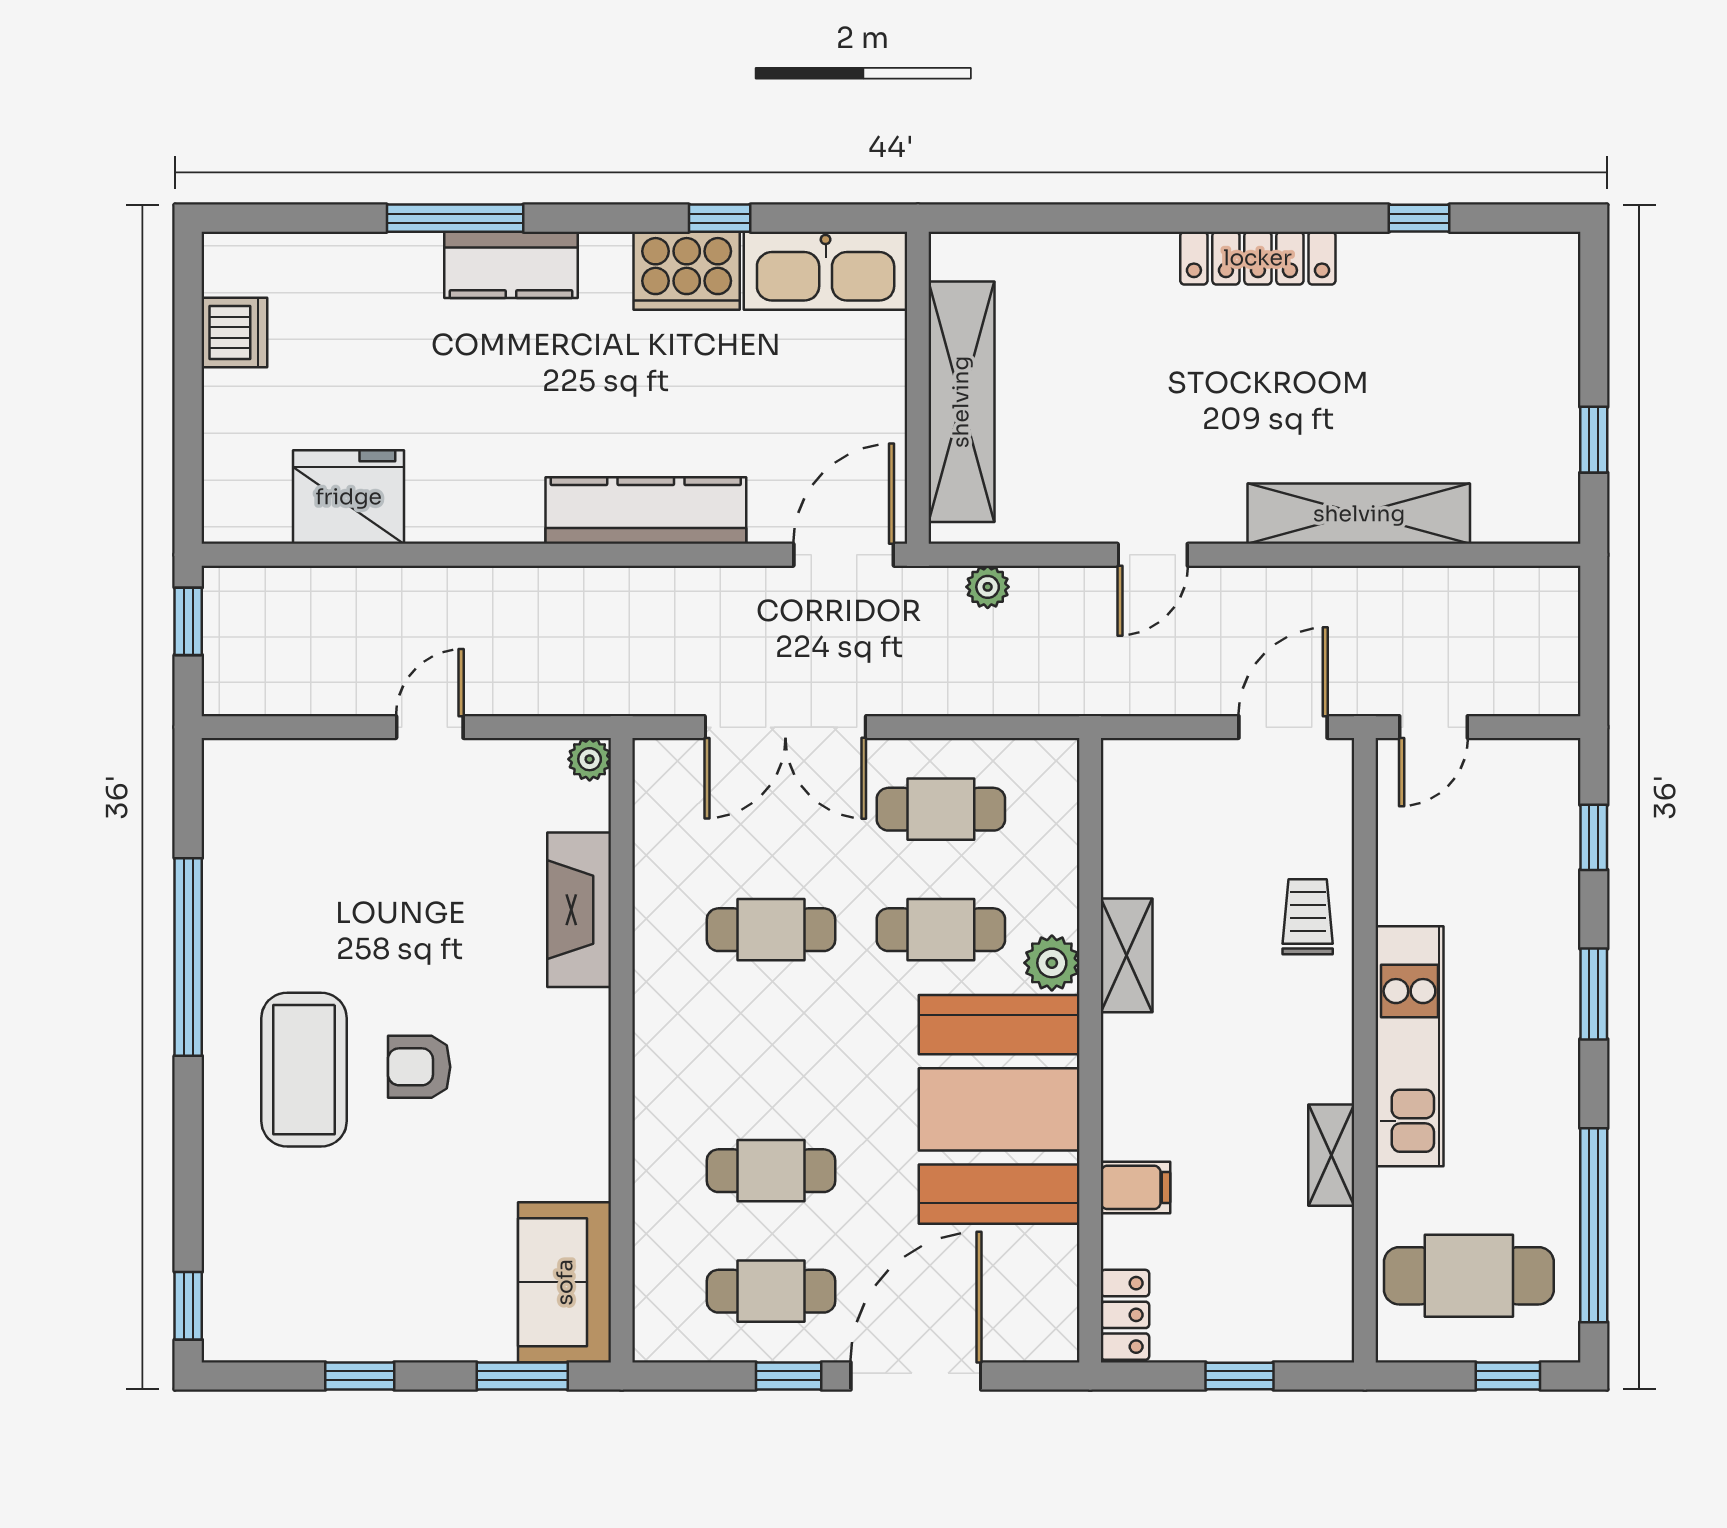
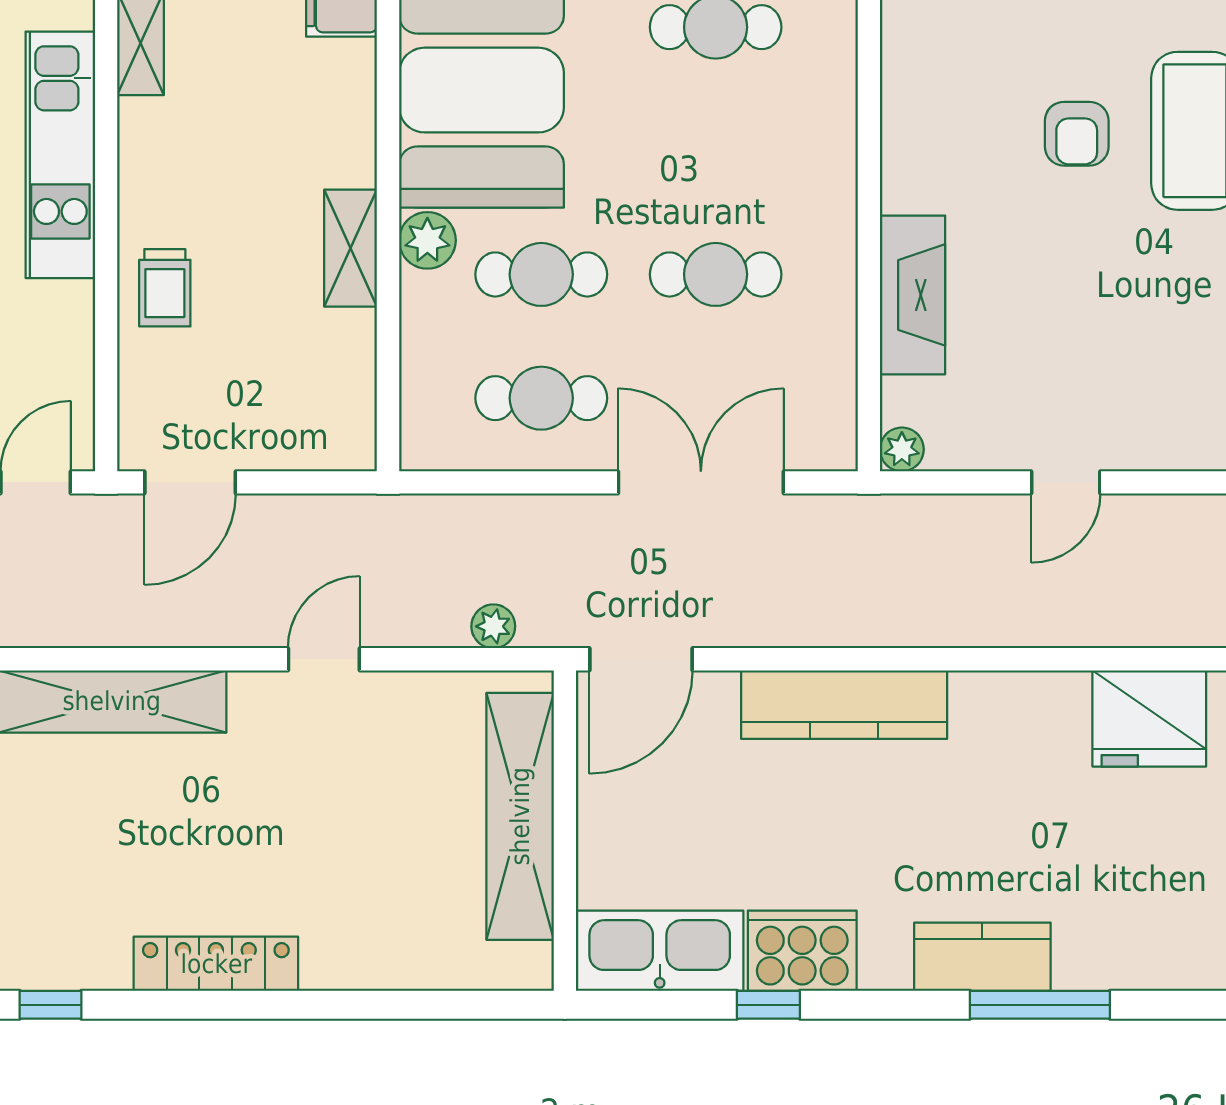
armchair: (419, 1067) -> (1077, 134), turned 90

